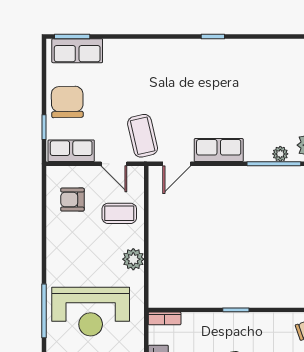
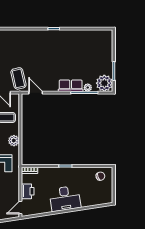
row of seats: (219, 150) -> (71, 86), moved
door: (177, 164) -> (36, 93), swing flipped

